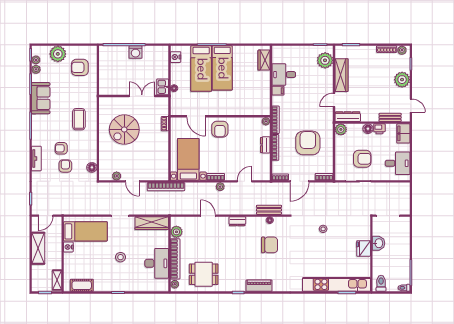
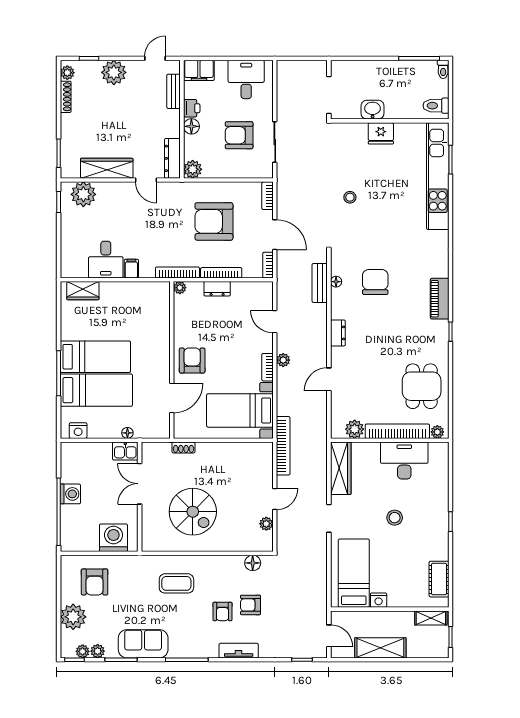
washing machine: (108, 79) -> (113, 538), added
armchair: (220, 129) -> (192, 360), turned -90
armchair: (362, 159) -> (239, 135), turned -90

